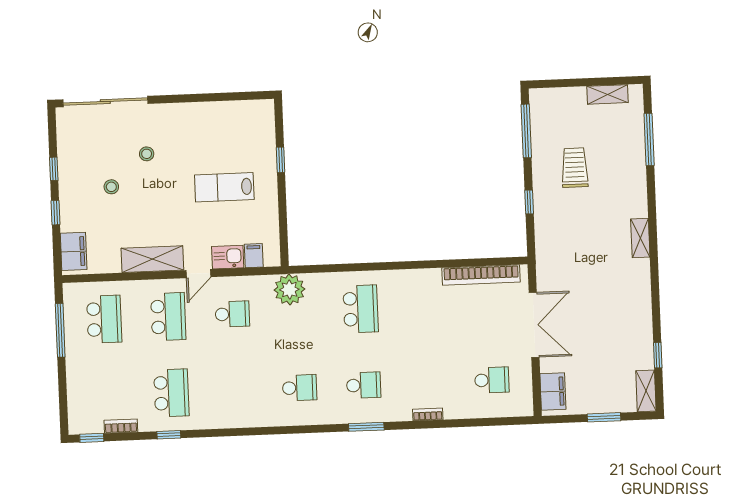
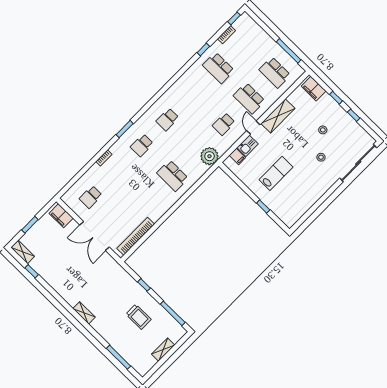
shelving: (608, 94) -> (163, 350), moved

